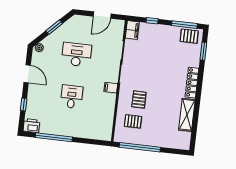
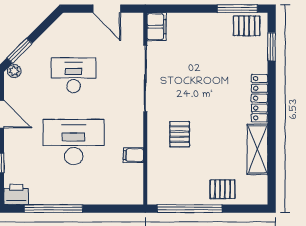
door: (102, 15) -> (107, 9), hinge flipped
window: (152, 21) -> (186, 9), removed
window: (54, 27) -> (19, 51), moved
filing cabinet: (111, 88) -> (133, 155), moved
desk: (72, 97) -> (74, 142), width x1.87, depth x1.30
pallet: (133, 121) -> (222, 189), moved

